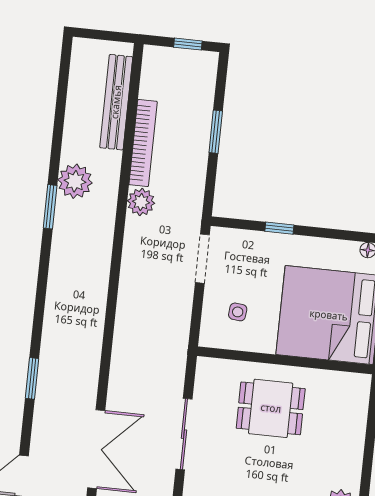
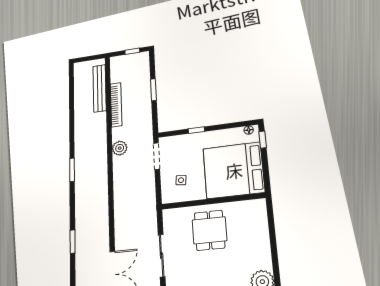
plant: (75, 181) -> (83, 132), removed
plant: (141, 202) -> (120, 148), moved
window: (50, 207) -> (72, 170), moved
dining table: (271, 408) -> (210, 230), turned 90

